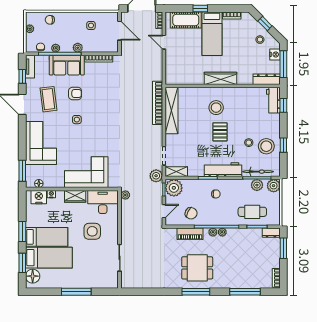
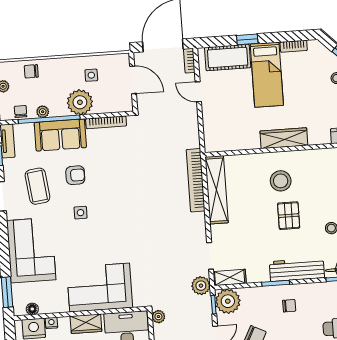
plant: (78, 48) -> (80, 102), width x1.88, depth x1.88

